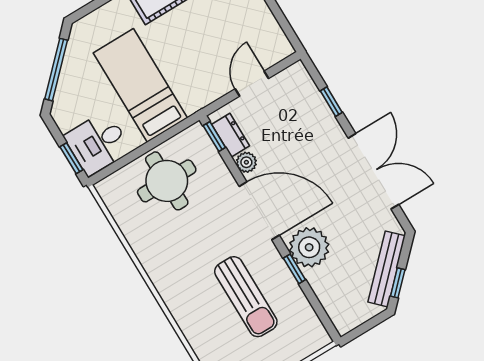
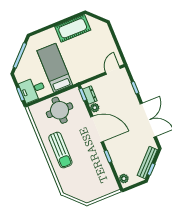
door: (252, 84) -> (113, 70), moved
plant: (309, 247) -> (124, 179), moved, width x0.53, depth x0.53
sun lounger: (246, 297) -> (60, 150), moved

